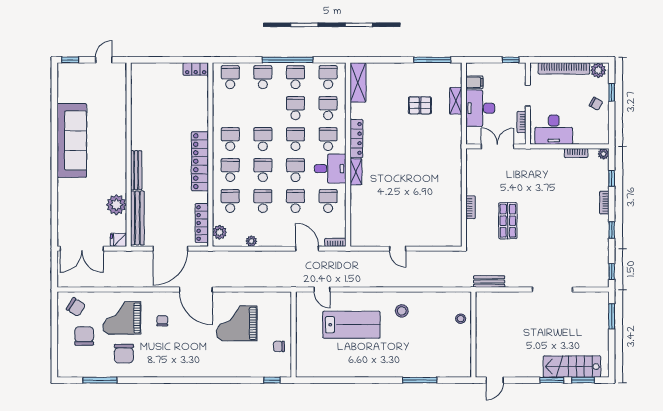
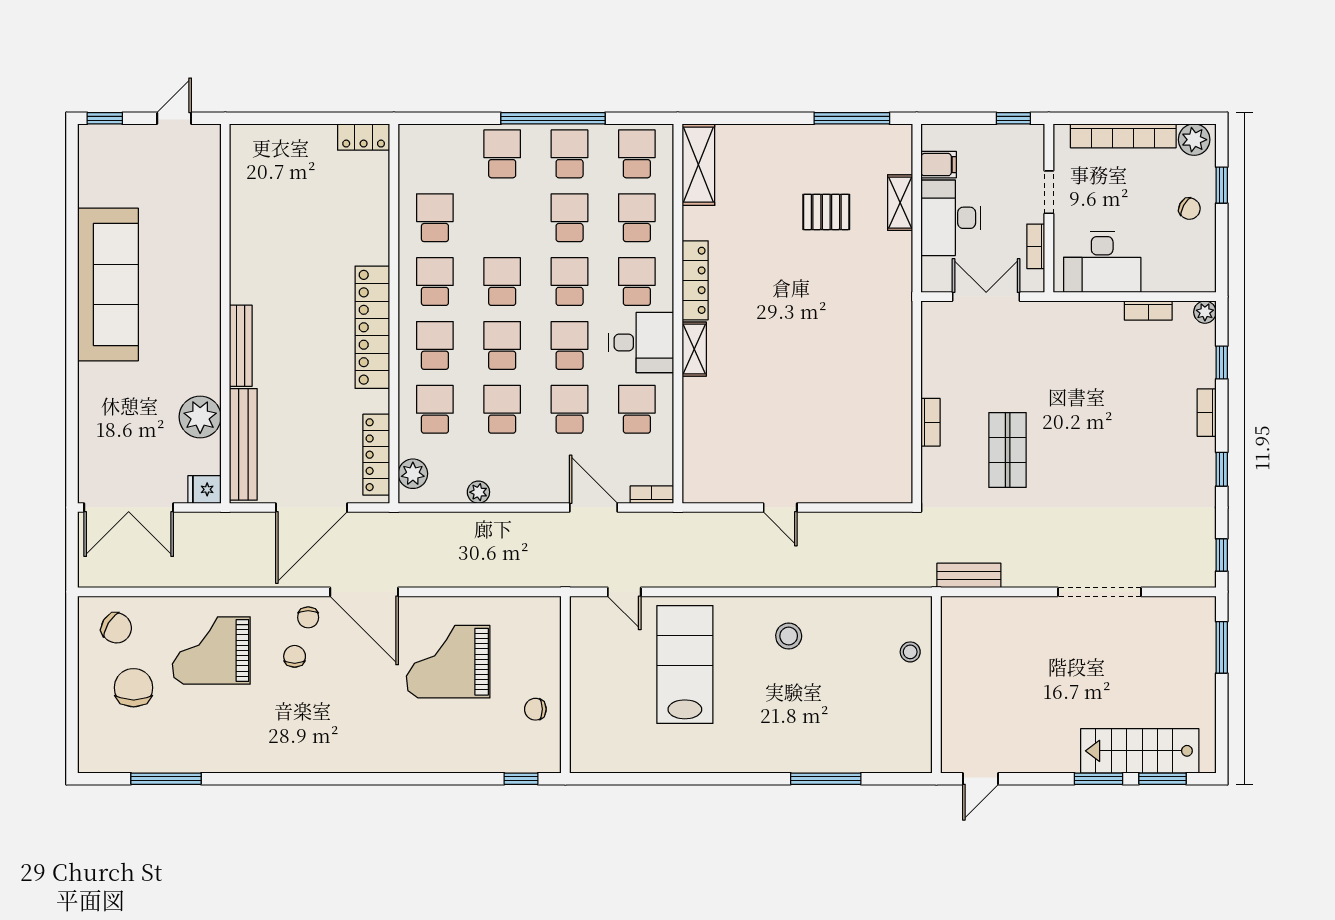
school desk: (230, 77) -> (435, 218), moved
lab bench: (351, 325) -> (685, 665), turned -90
chair: (124, 354) -> (308, 617), moved, width x0.54, depth x0.54

